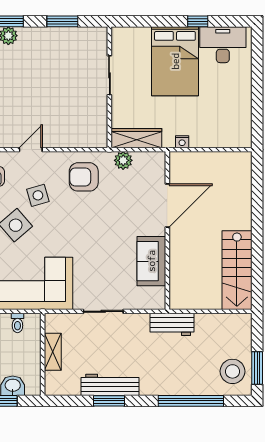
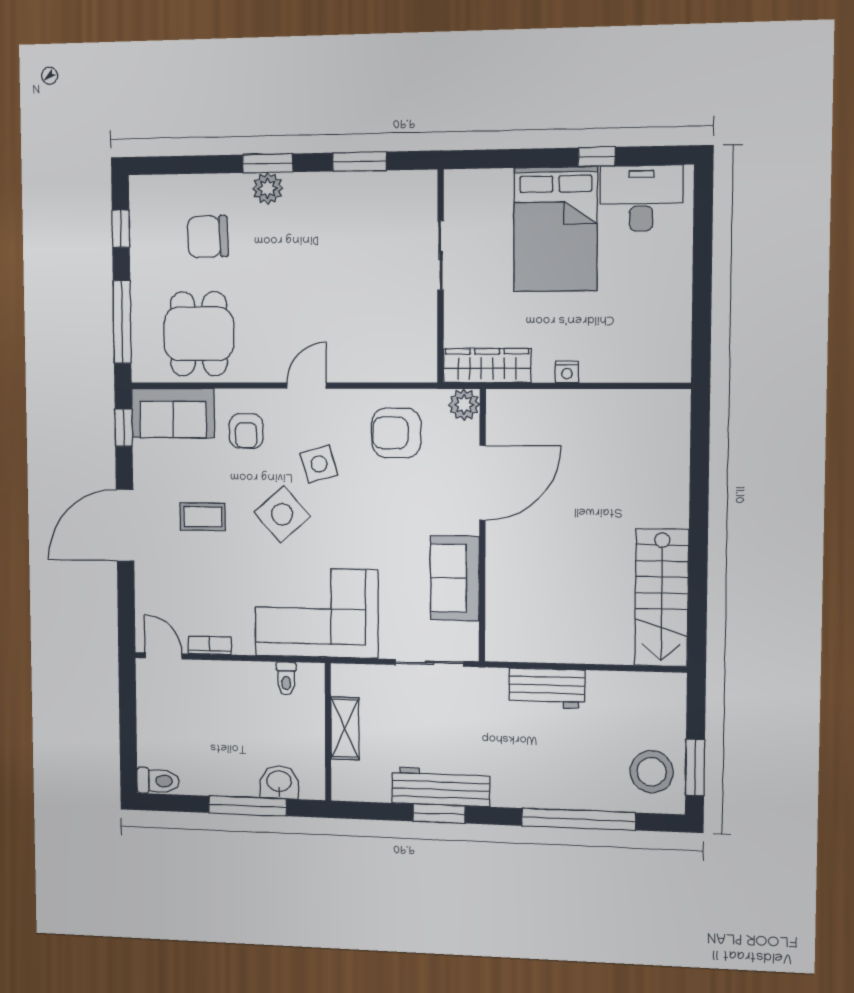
door: (167, 206) -> (483, 483), moved
wall: (167, 230) -> (482, 526), moved
sofa: (151, 261) -> (455, 578), moved

